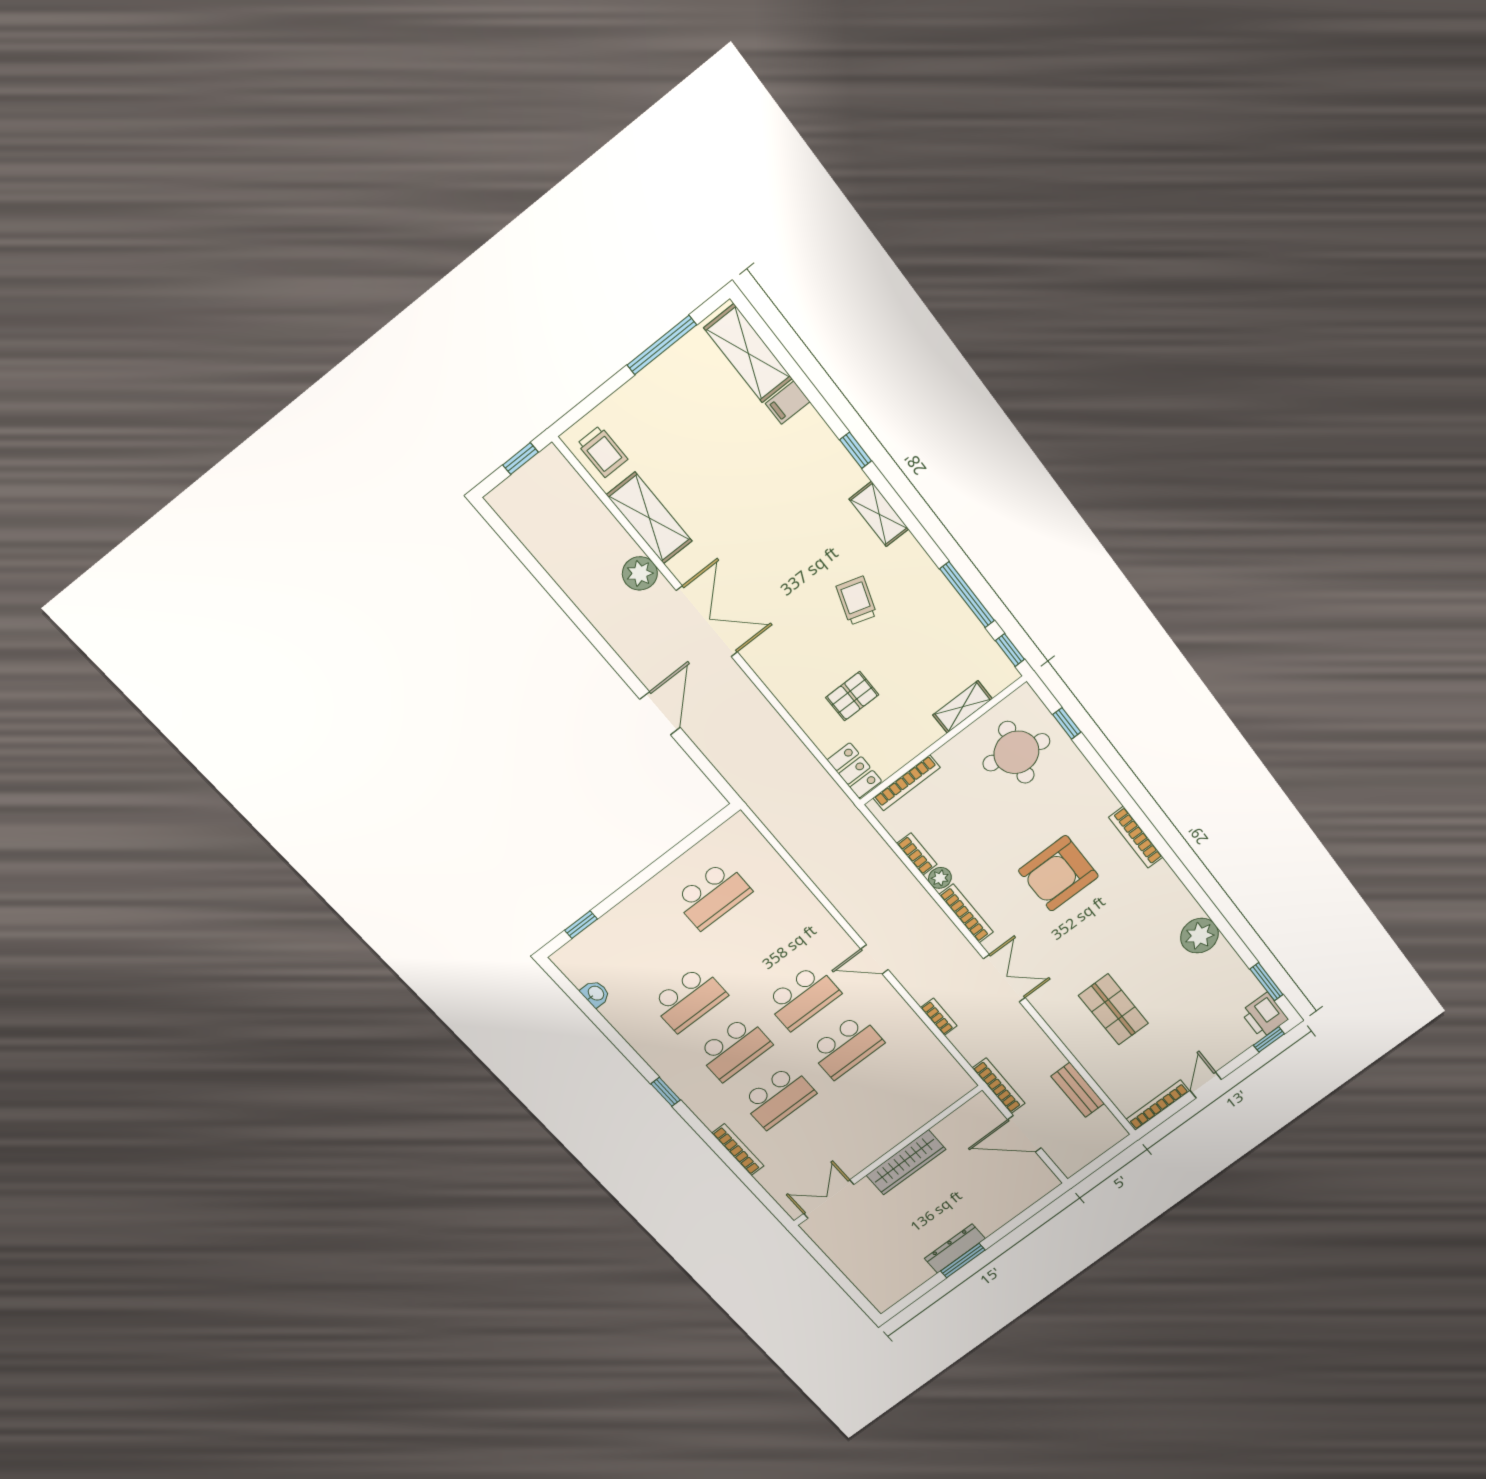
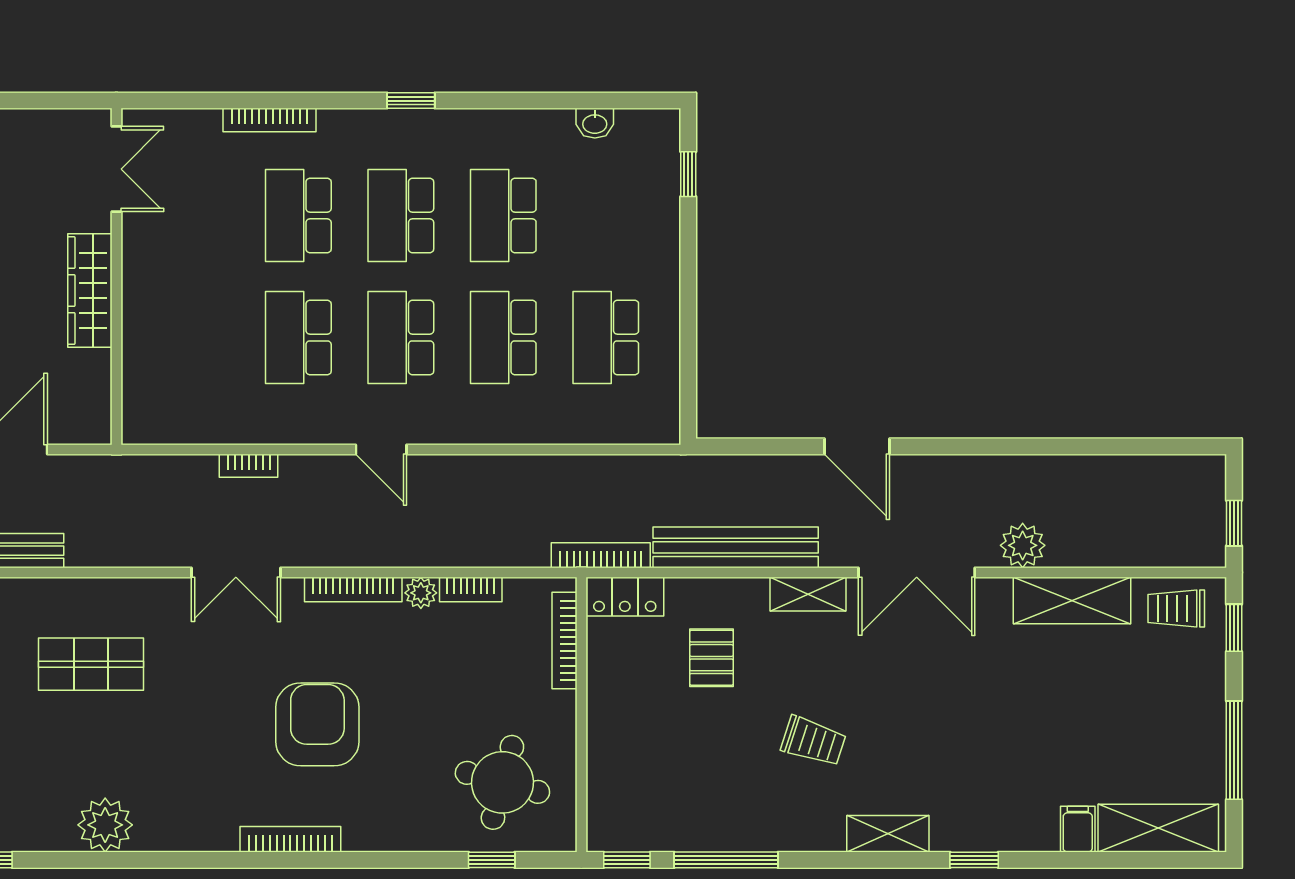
window: (585, 406) -> (1234, 628), added
shelving: (963, 707) -> (808, 594), moved, turned 90
bench: (776, 733) -> (736, 547), added
school desk: (758, 947) -> (503, 338), added
door: (874, 959) -> (381, 449), swing flipped
bookcase: (999, 1086) -> (601, 555), moved, turned 180

